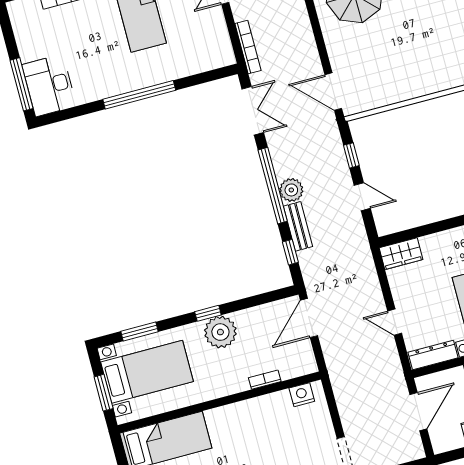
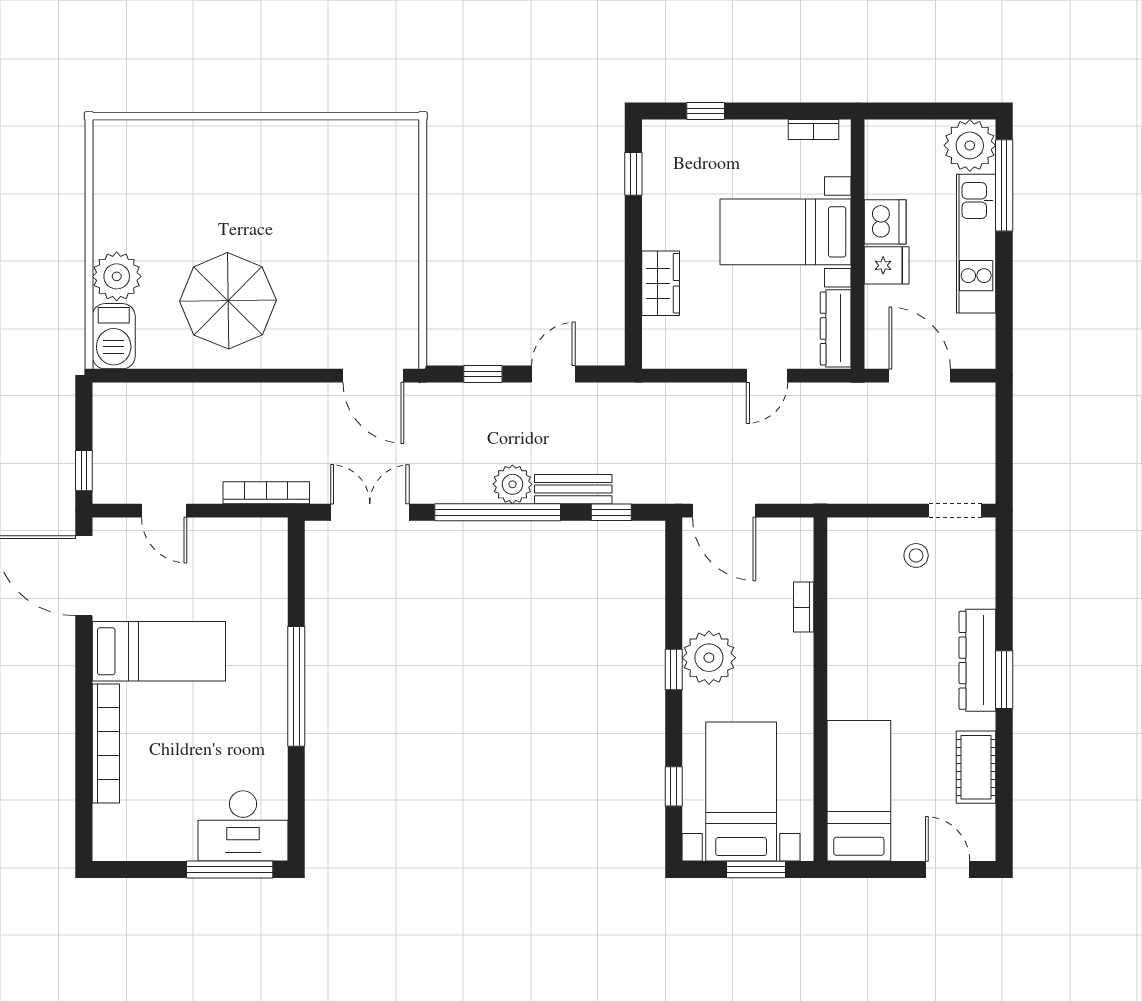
door: (333, 92) -> (373, 376), hinge flipped
wardrobe: (401, 254) -> (661, 283), moved
window: (139, 332) -> (674, 786), width x0.67
nightstand: (302, 395) -> (843, 555), removed
stool: (313, 437) -> (916, 555), added

